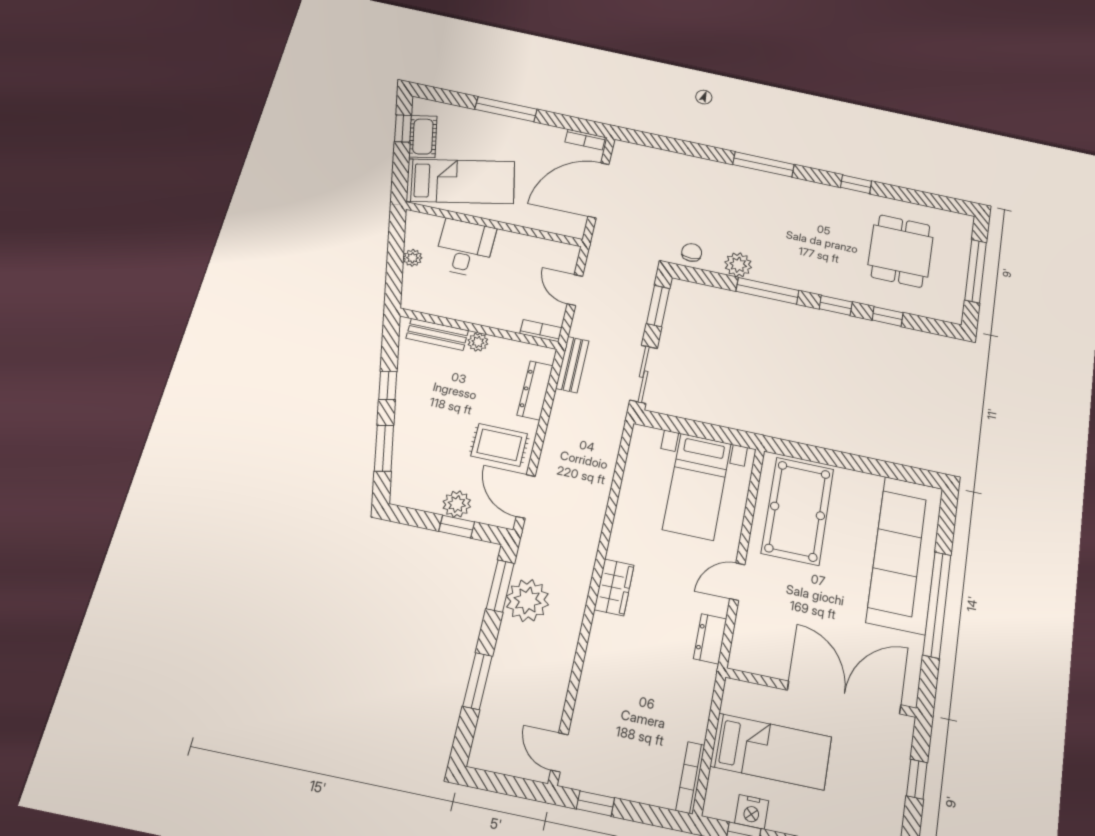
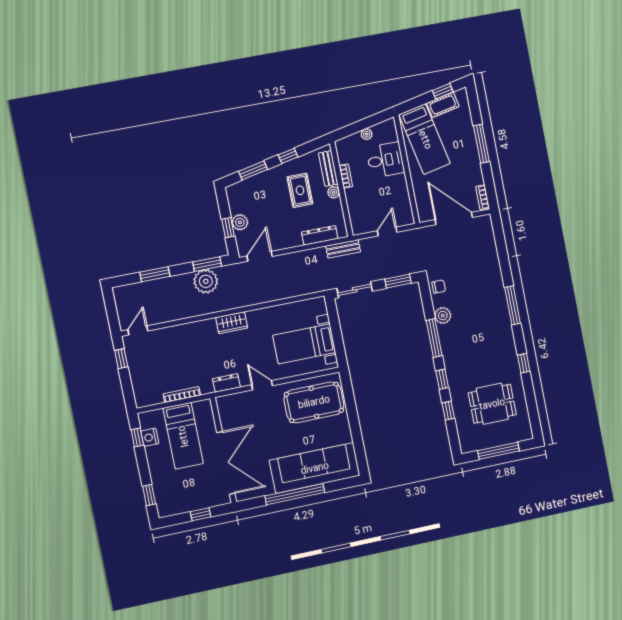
bookcase: (541, 331) -> (346, 176), moved
rug: (499, 445) -> (300, 190), moved
bookcase: (690, 778) -> (182, 395), moved

